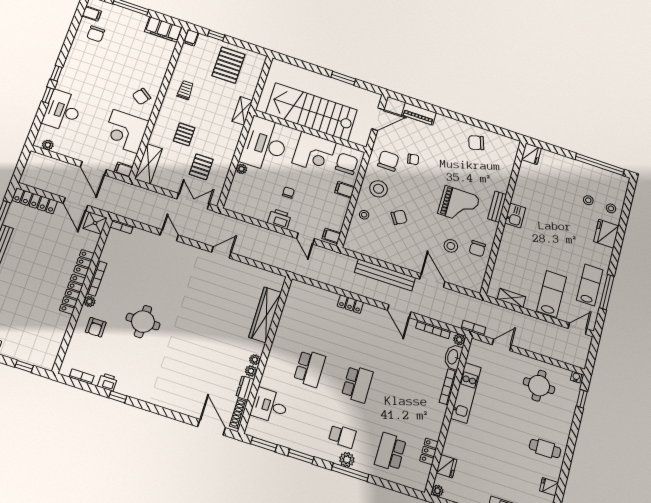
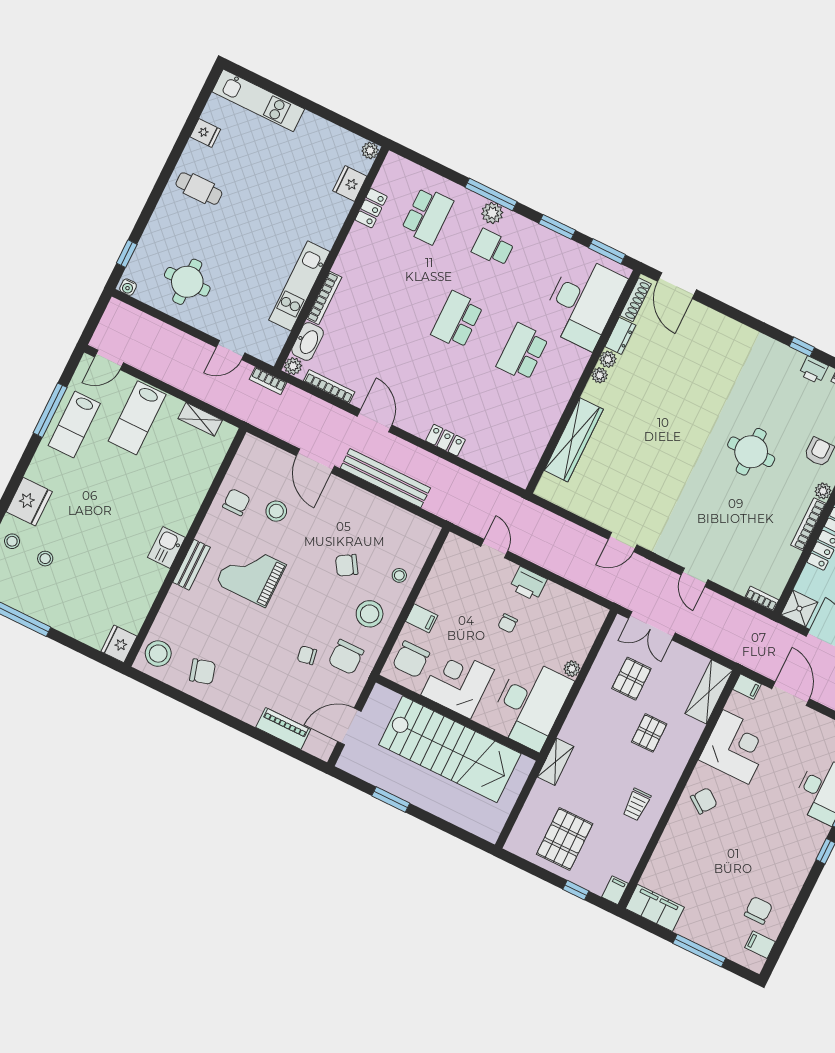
stool: (506, 151) -> (158, 654), added
filing cabinet: (331, 236) -> (455, 548), removed
desk: (270, 406) -> (583, 302), width x1.87, depth x1.30

